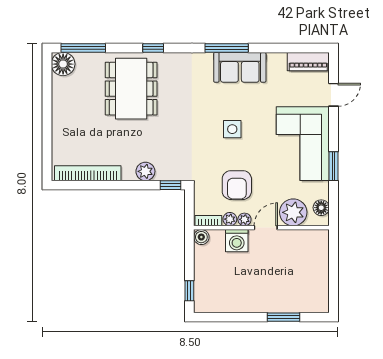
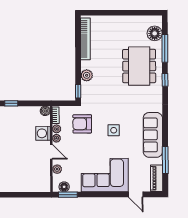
window: (83, 48) -> (165, 48), moved
window: (227, 48) -> (165, 160), moved
floor lamp: (63, 64) -> (155, 33), moved
sofa: (240, 67) -> (153, 135), width x1.36
dining table: (131, 89) -> (139, 66), turned 90
window: (334, 166) -> (68, 195), moved
armchair: (237, 185) -> (82, 124), moved
plant: (293, 212) -> (57, 169), width x0.53, depth x0.53

